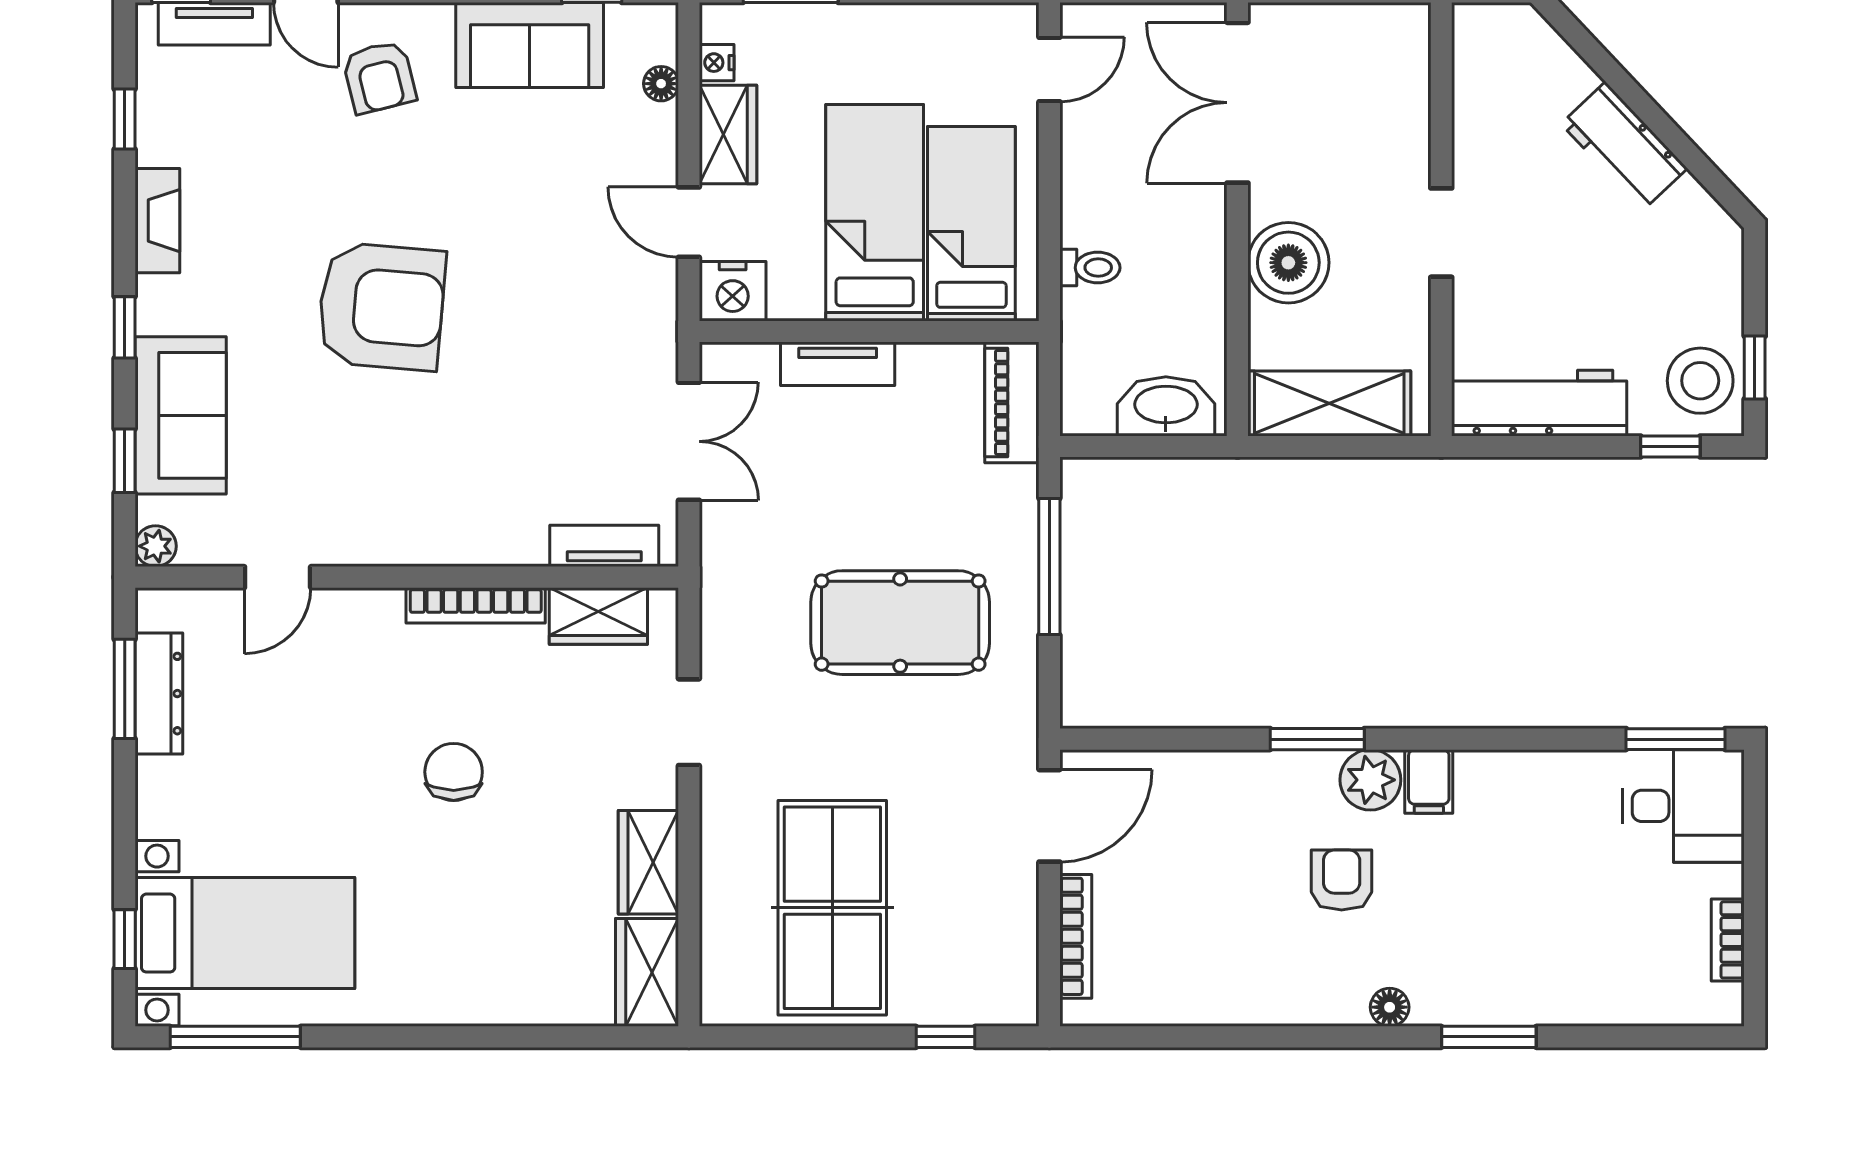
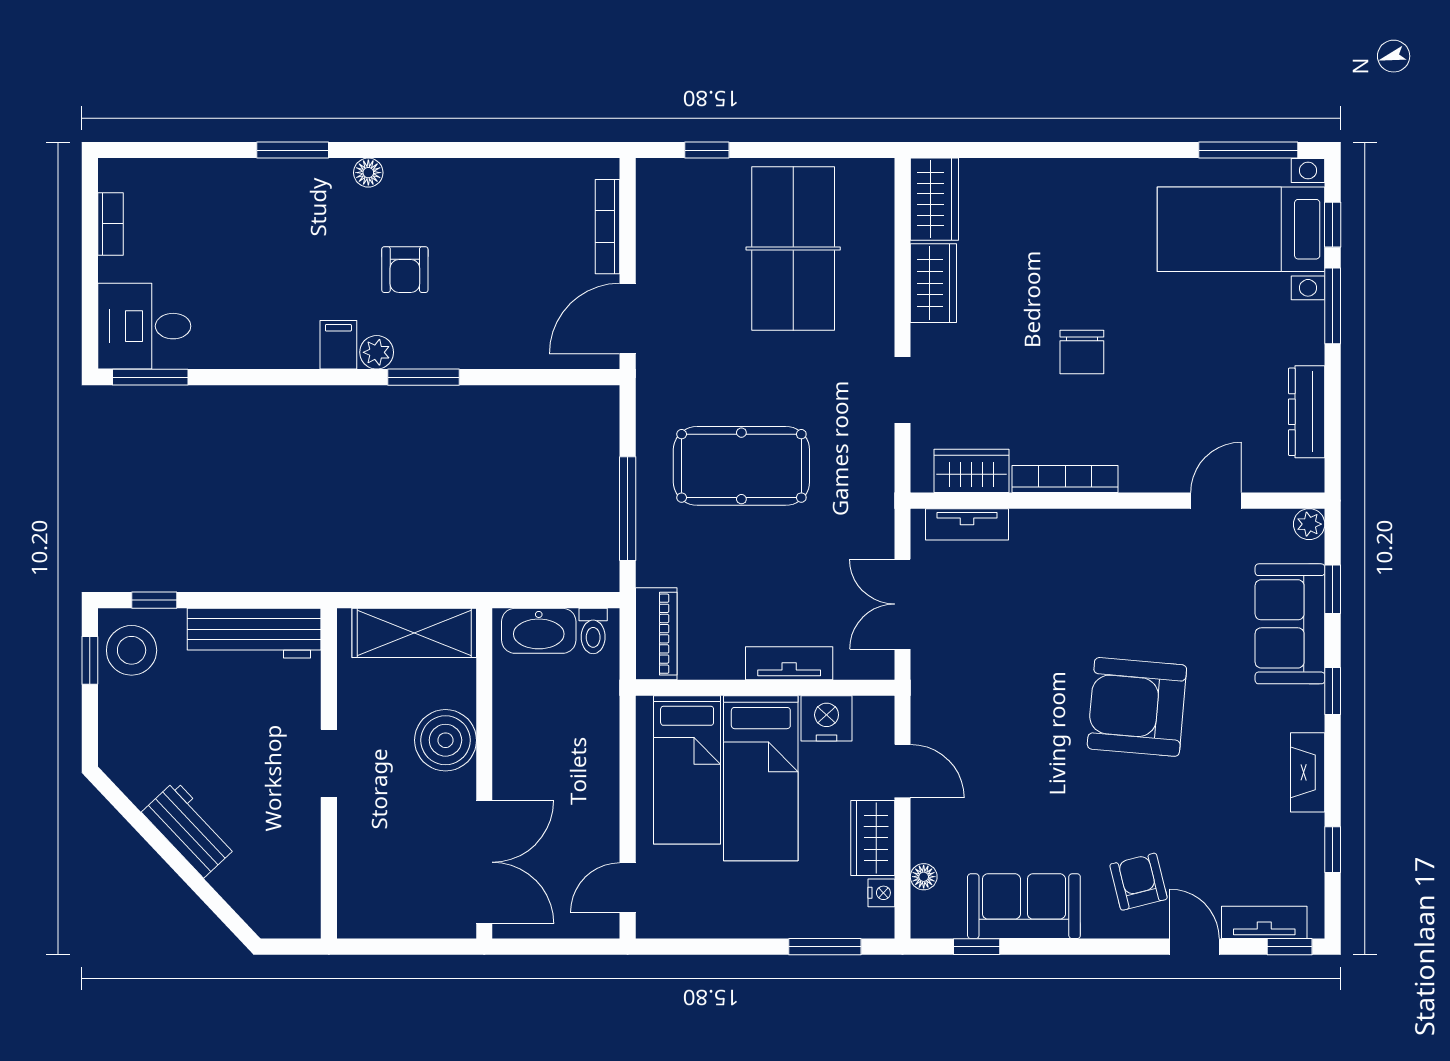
toilet: (1090, 268) -> (593, 631), moved, turned -90
nightstand: (733, 291) -> (827, 718), moved
window: (125, 689) -> (1333, 306), moved
plant: (1370, 780) -> (377, 352), width x0.73, depth x0.73

